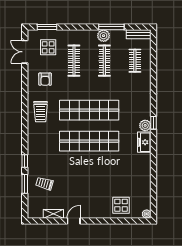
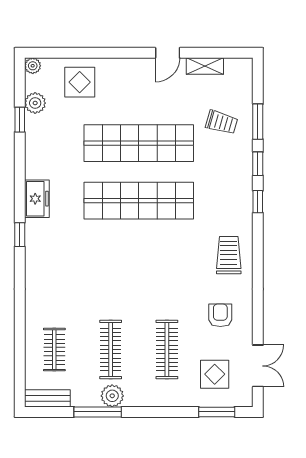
shop shelf: (89, 110) -> (139, 143), moved
plant: (145, 125) -> (35, 103), moved
window: (25, 141) -> (258, 202), added
window: (154, 185) -> (20, 120), added

